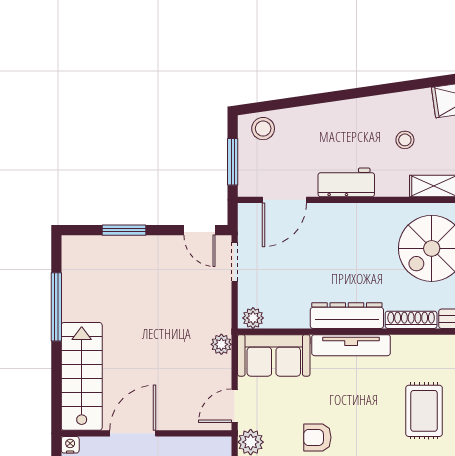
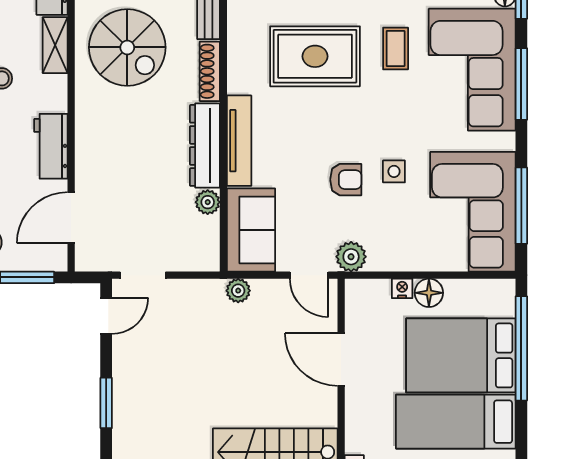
door: (284, 200) -> (71, 218), swing flipped
plant: (253, 318) -> (208, 202), moved
rug: (424, 411) -> (315, 56), width x1.36, depth x1.43
door: (133, 433) -> (341, 359), moved
armchair: (317, 437) -> (346, 180), turned -90

